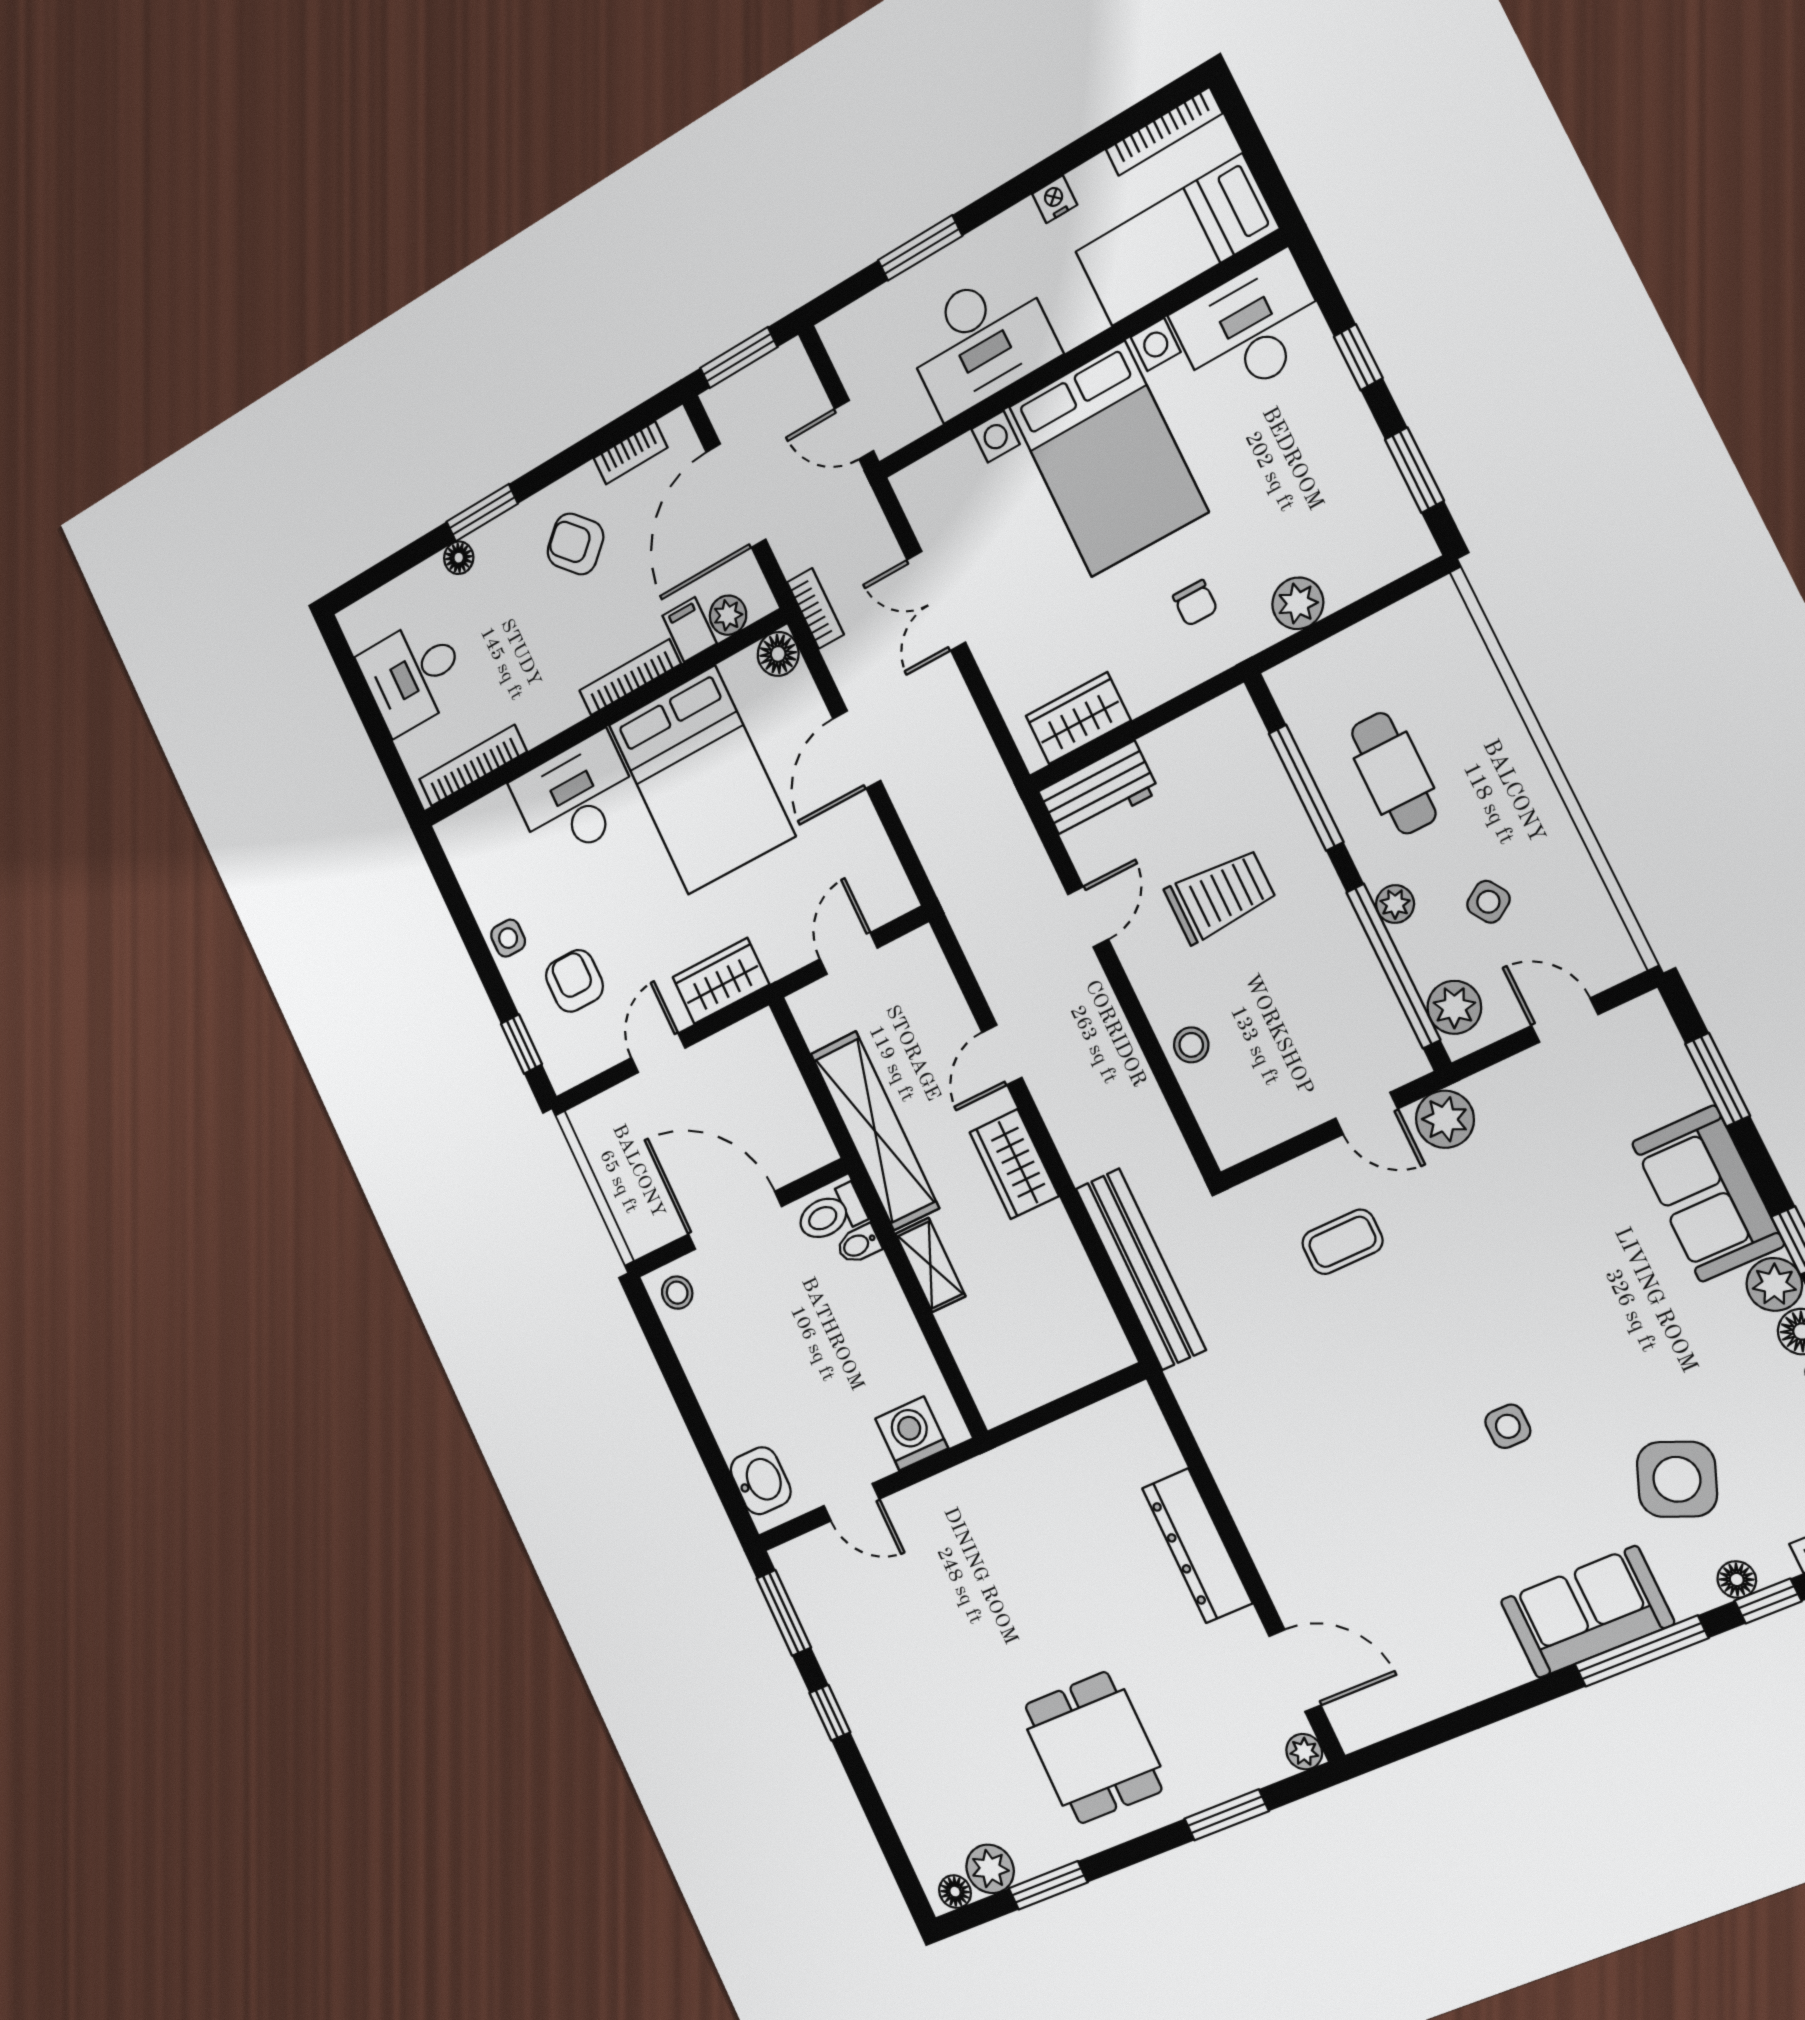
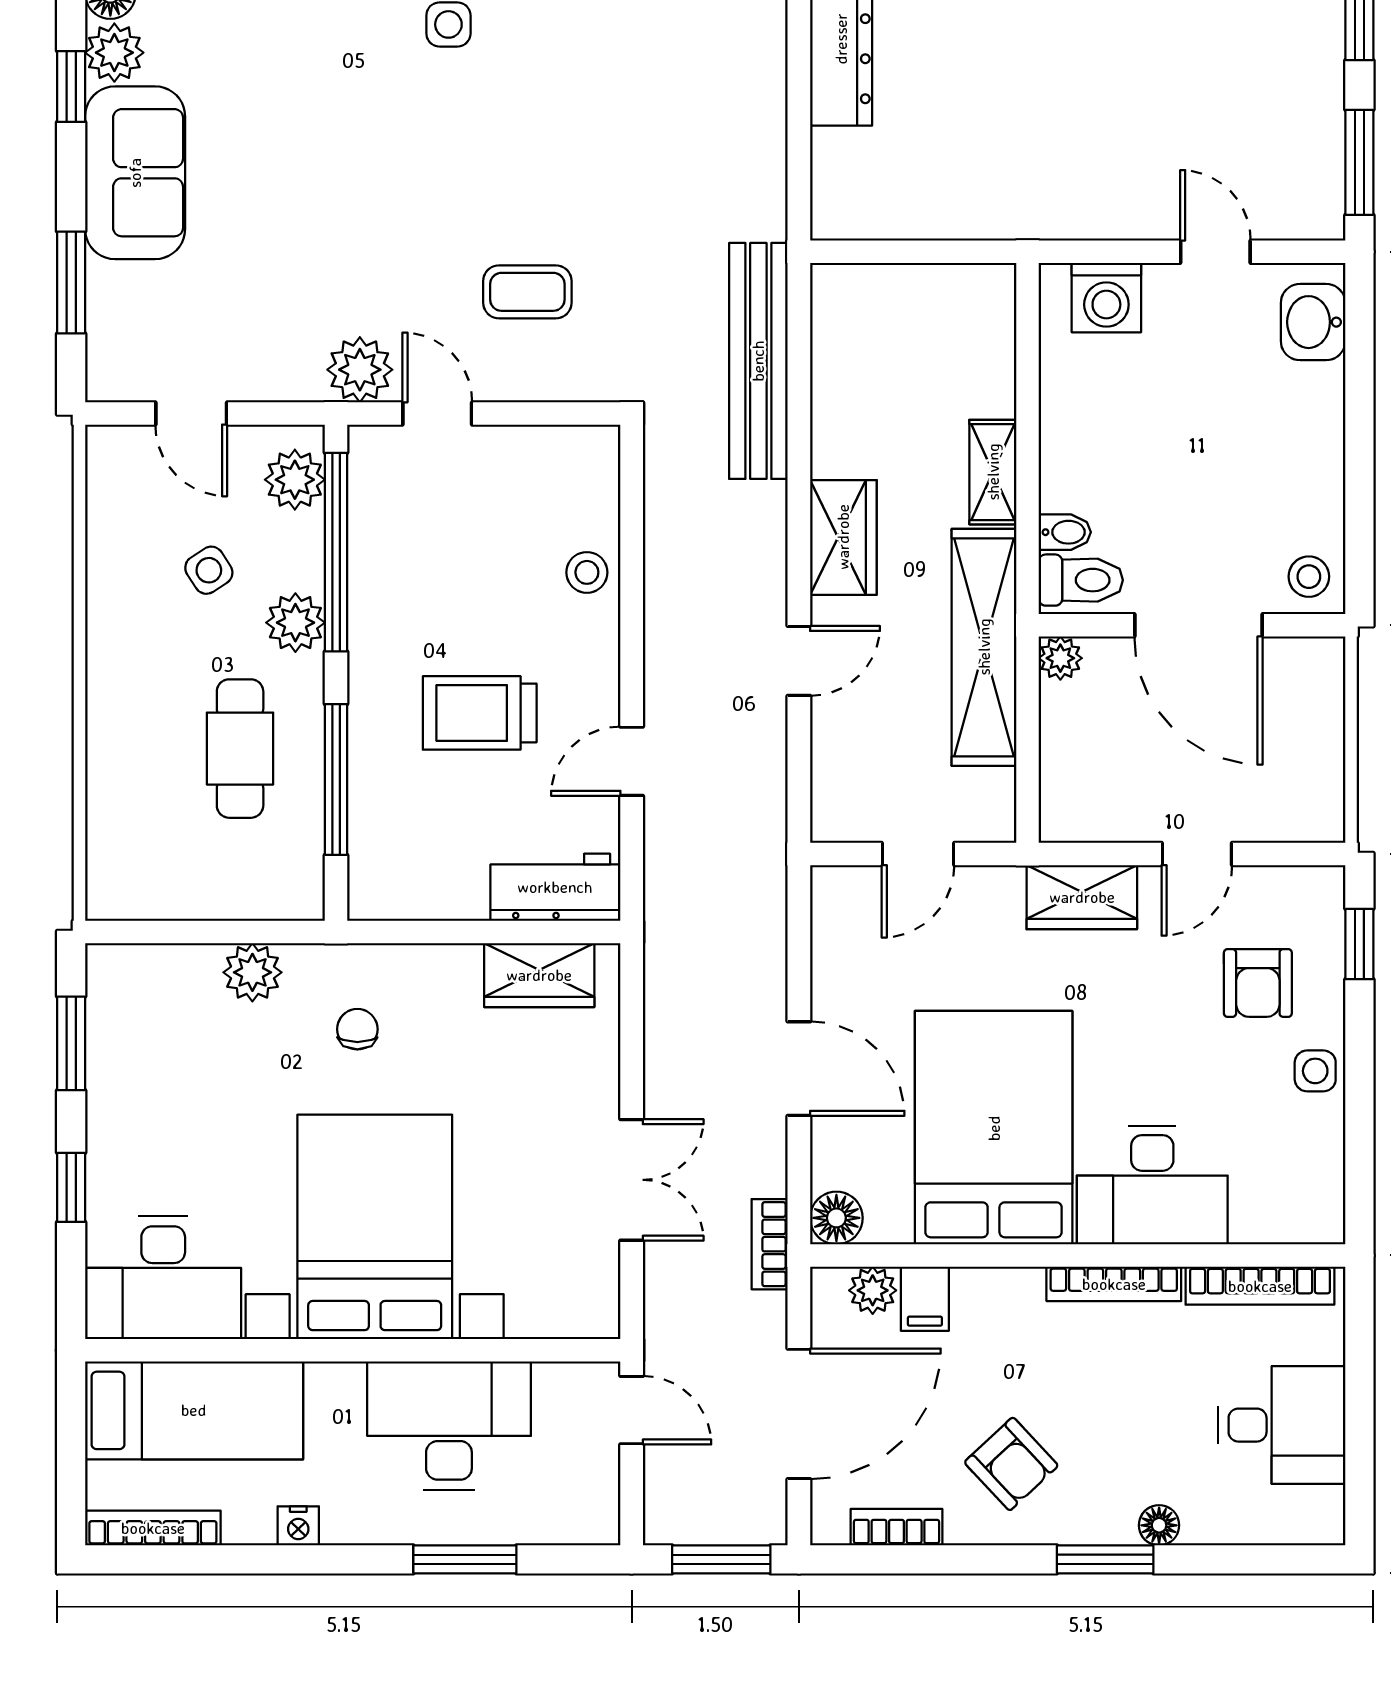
bookcase: (630, 677) -> (1114, 1284), moved
door: (857, 750) -> (799, 1069), hinge flipped
plant: (1395, 904) -> (295, 623), width x1.38, depth x1.38
plant: (818, 1149) -> (1060, 658), added

